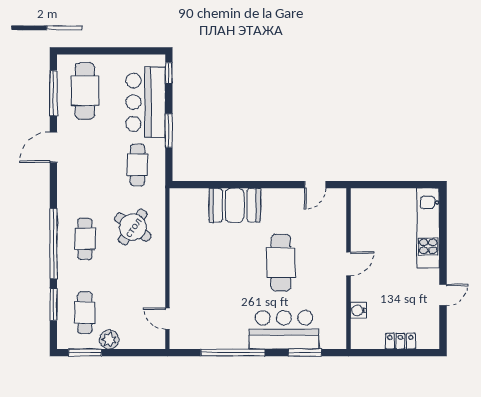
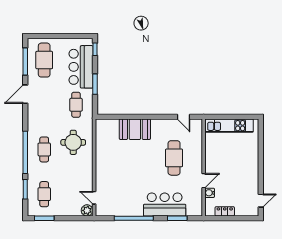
door: (315, 185) -> (184, 117), hinge flipped
round table: (133, 227) -> (73, 142), turned -35
kitchen unit: (428, 228) -> (229, 126), moved, turned -90
cafe table: (281, 263) -> (174, 158), moved
door: (348, 264) -> (204, 181), moved
door: (443, 295) -> (261, 201), moved
plant: (109, 340) -> (87, 210), moved
locker: (400, 341) -> (225, 211), moved

